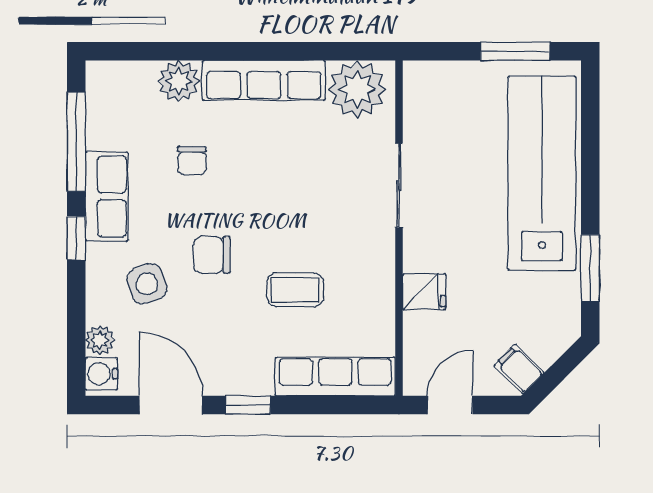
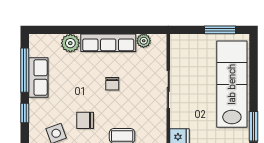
plant: (357, 89) -> (144, 41), width x0.53, depth x0.53
chair: (192, 161) -> (112, 84), moved
row of seats: (107, 196) -> (38, 78), moved

